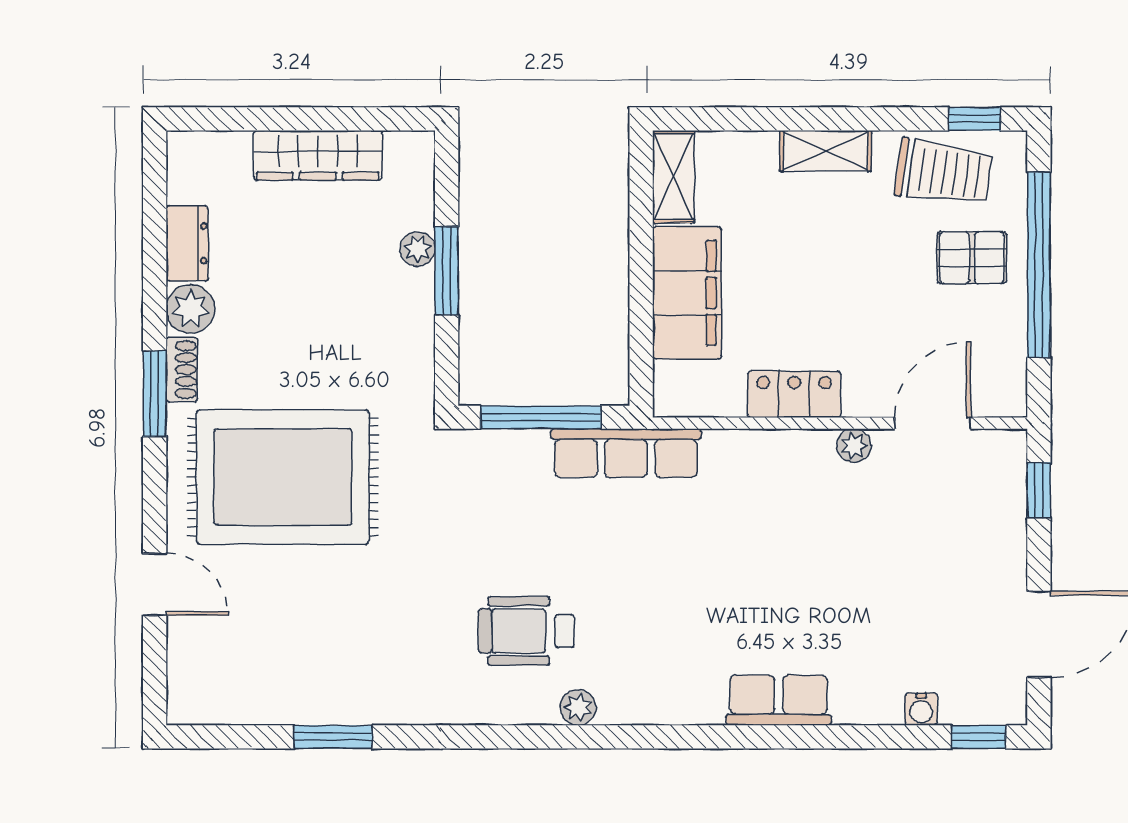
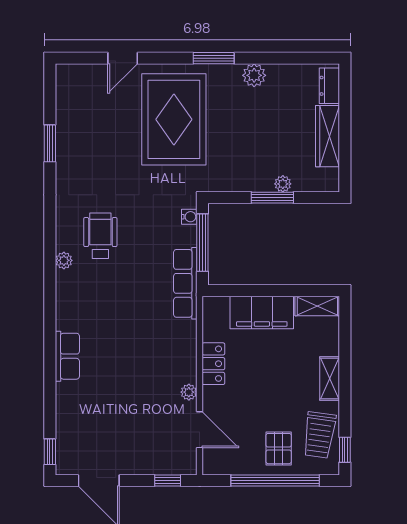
dresser: (187, 243) -> (329, 86), moved, turned 90
shoe rack: (182, 369) -> (225, 71), removed
water cooler: (921, 709) -> (189, 217), moved, turned 180

